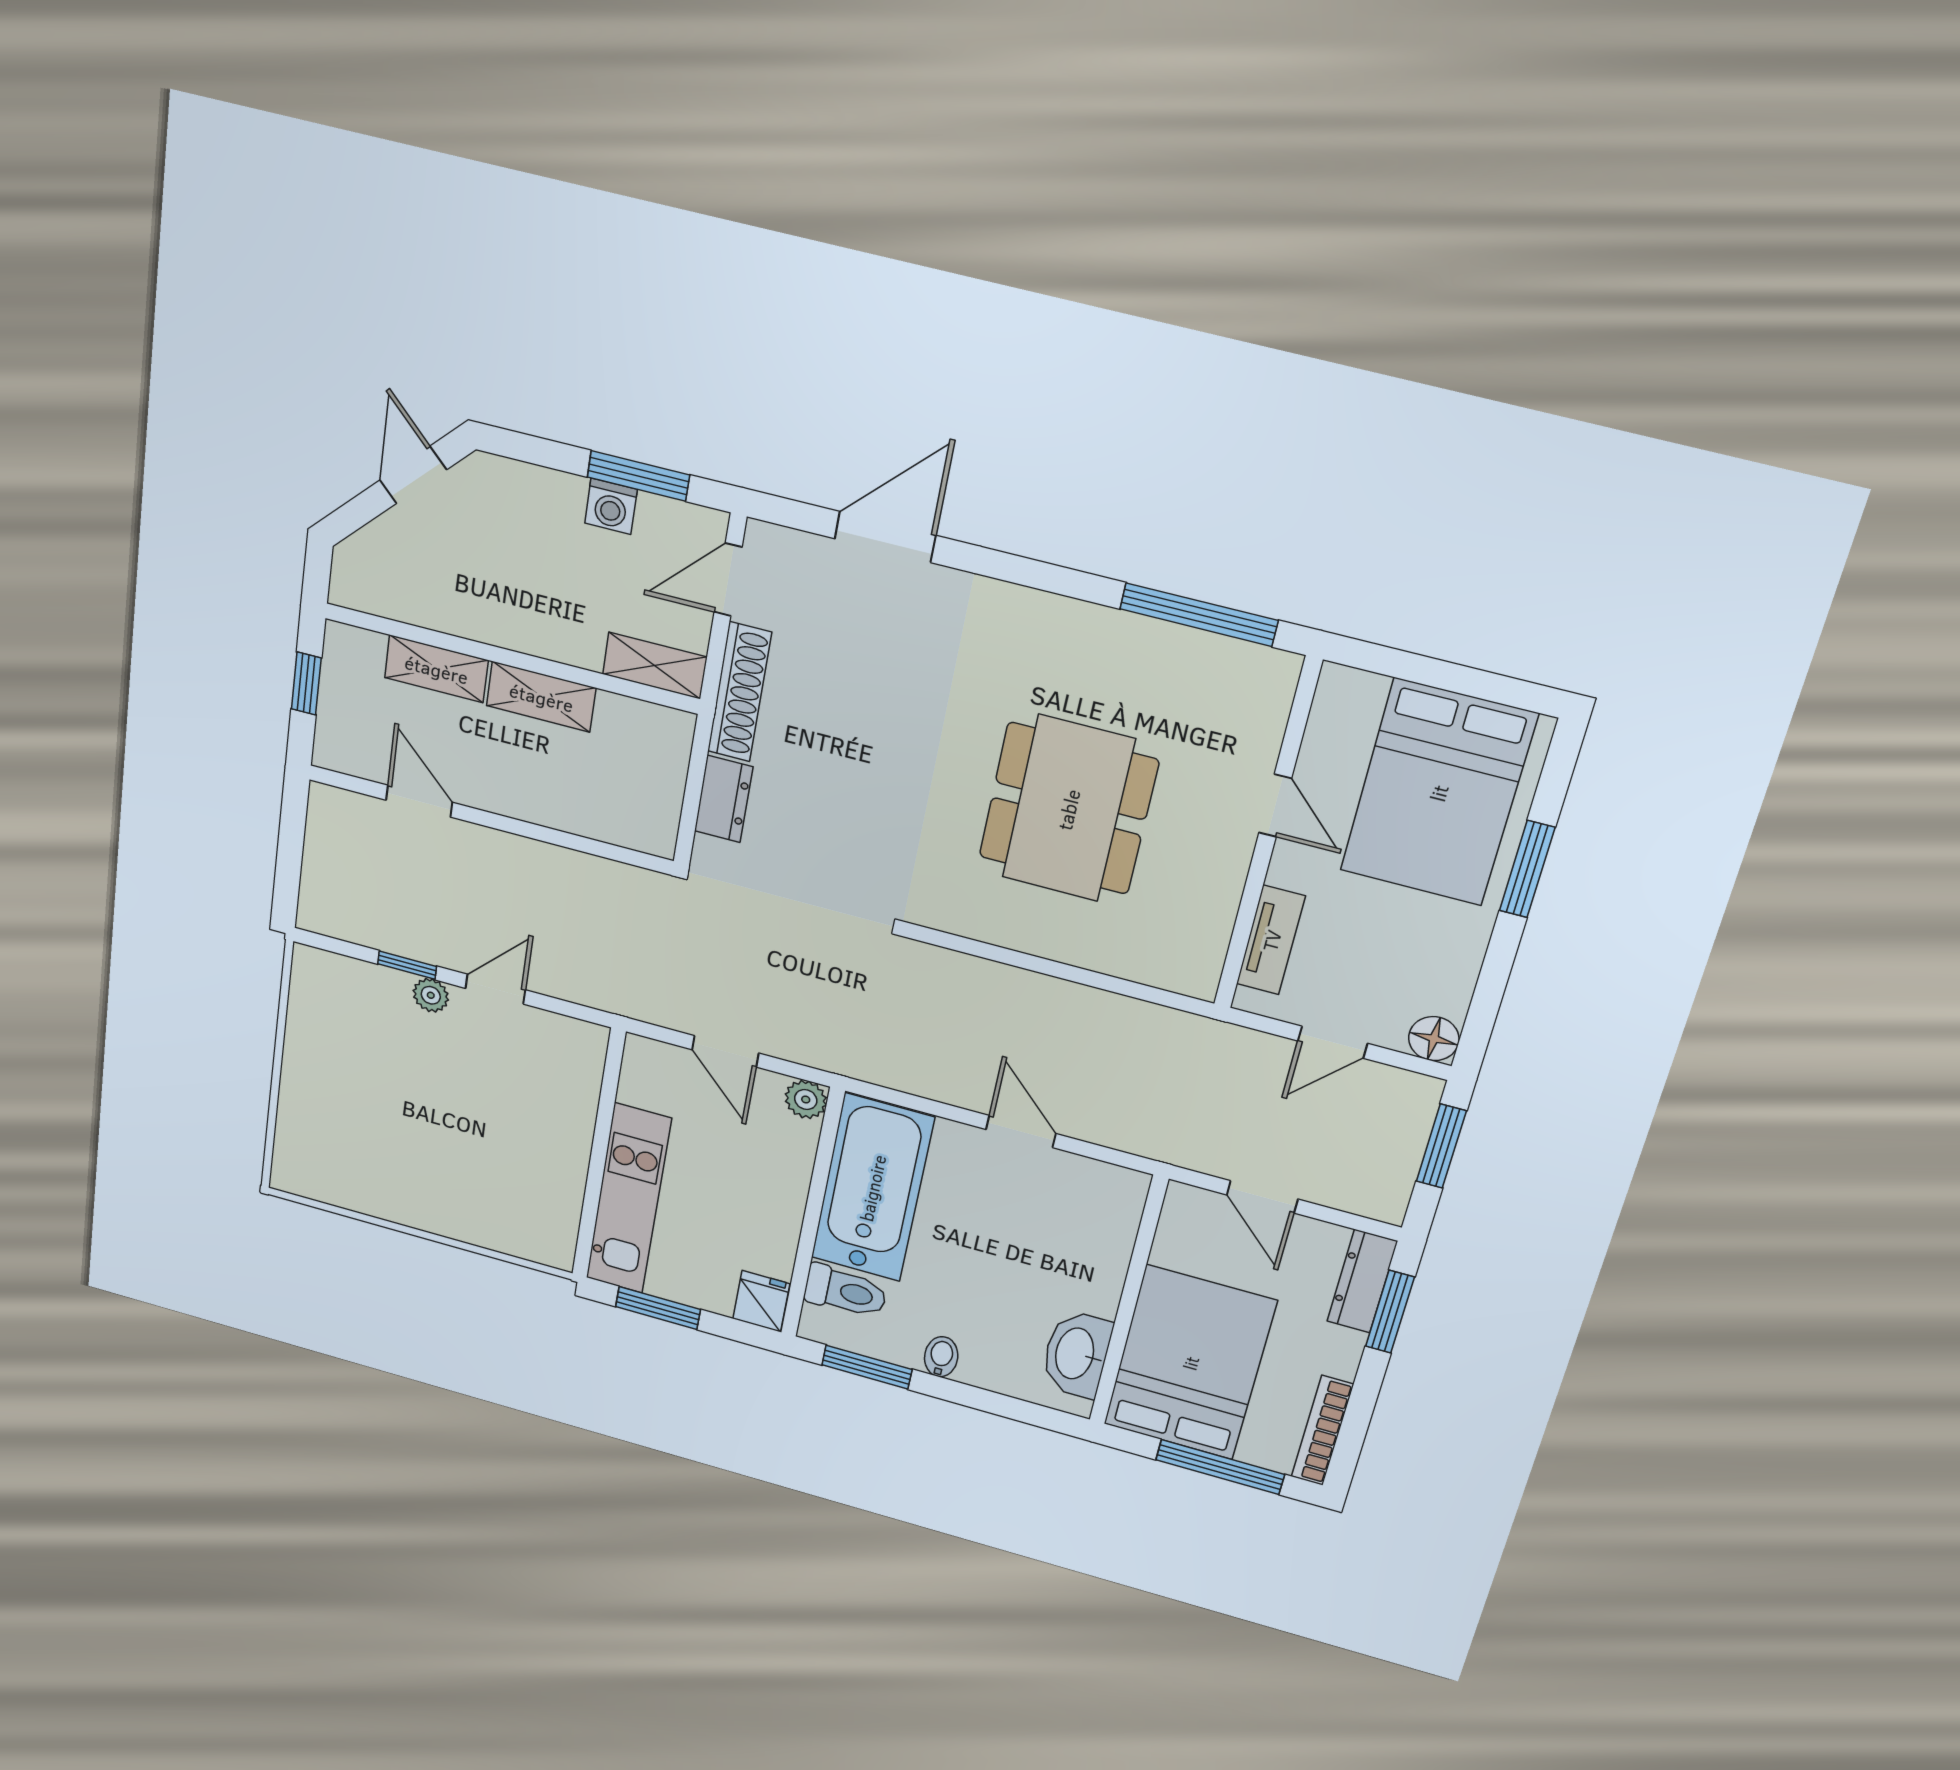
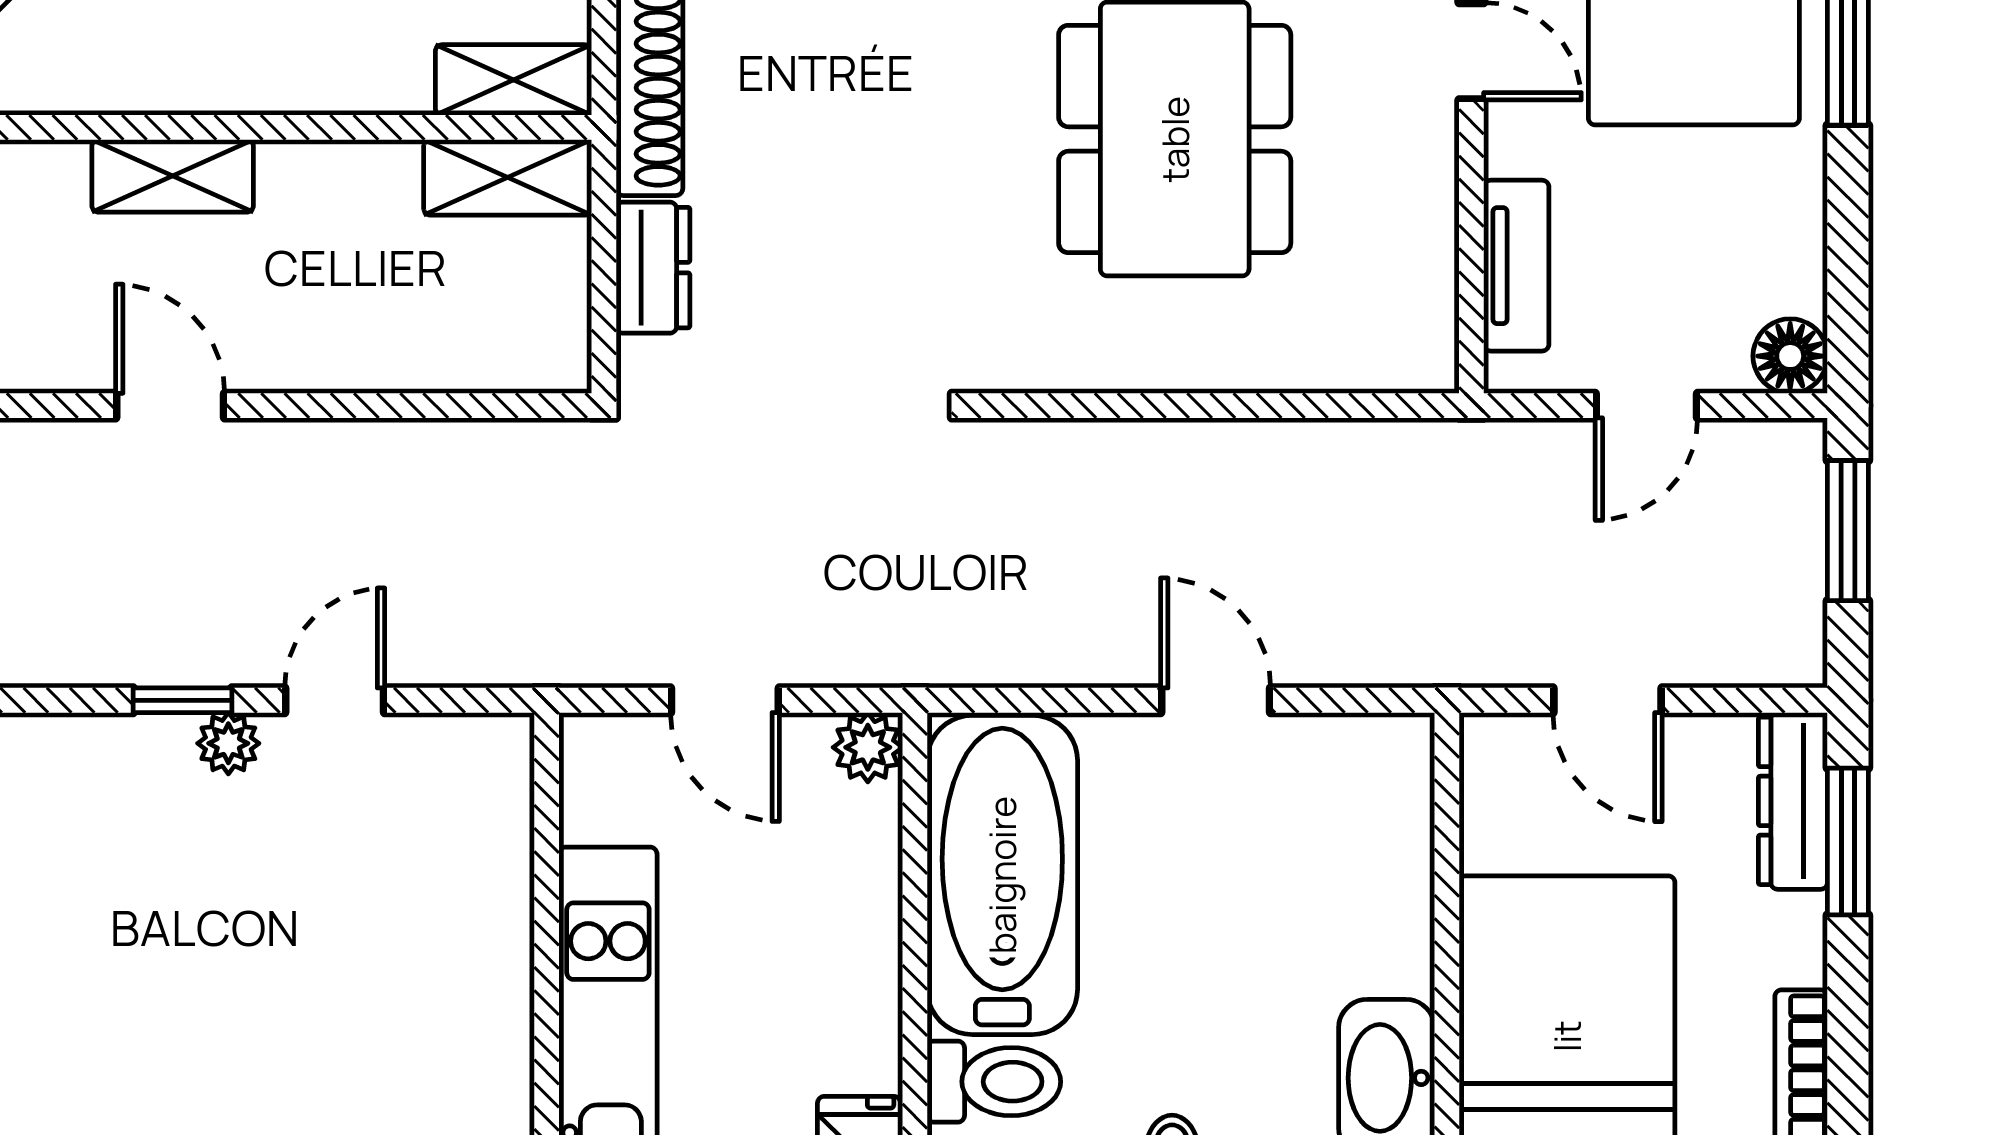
shelving: (541, 697) -> (508, 177), moved

